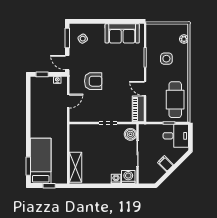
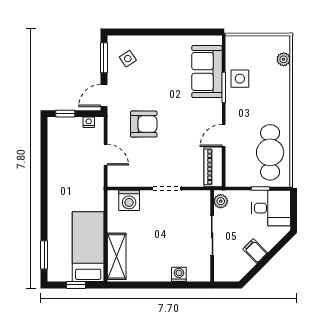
sofa: (122, 33) -> (207, 72), moved, turned 90
side table: (166, 59) -> (240, 79), moved
door: (67, 63) -> (104, 95), hinge flipped
door: (145, 89) -> (224, 135), hinge flipped
door: (68, 101) -> (106, 155), hinge flipped
plant: (143, 131) -> (221, 201), added
boiler: (130, 134) -> (201, 206), removed
bed: (41, 161) -> (88, 247), moved
washing machine: (128, 177) -> (129, 200), moved, turned 180

